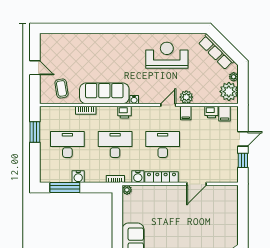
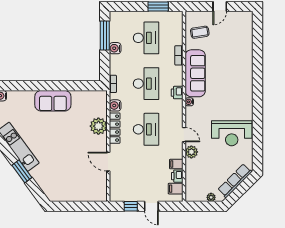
reception desk: (167, 55) -> (232, 133), turned 90
plant: (229, 92) -> (197, 193), removed
filing cabinet: (186, 113) -> (176, 164), moved
plant: (127, 190) -> (98, 126), moved, width x1.87, depth x1.87

